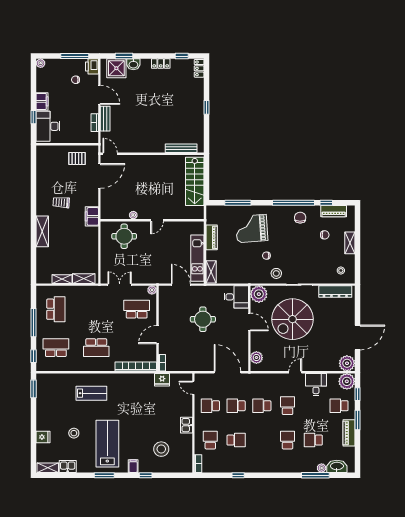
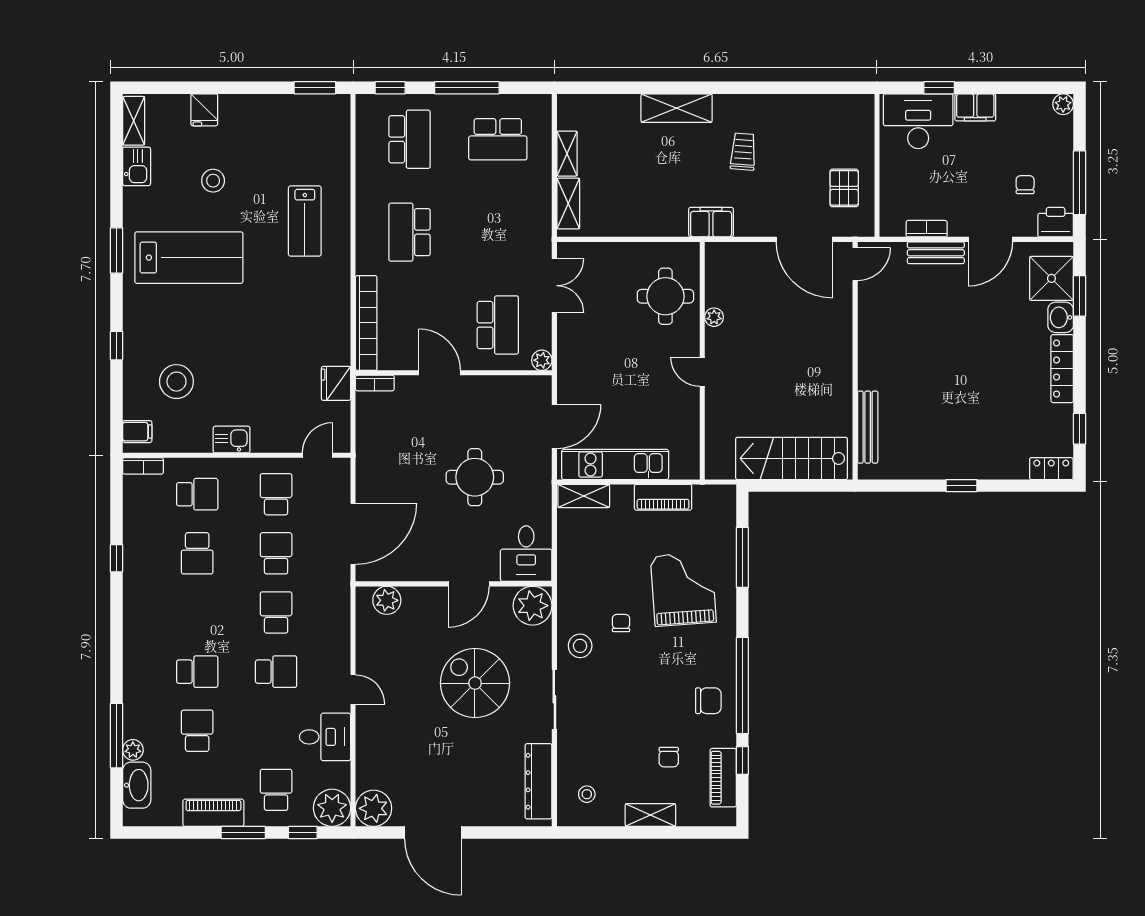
locker: (161, 64) -> (1062, 369), width x1.53
spiral stairs: (292, 319) -> (475, 683), width x0.73, depth x0.73
filing cabinet: (133, 466) -> (137, 432), moved

